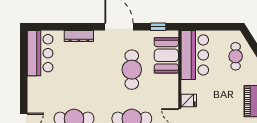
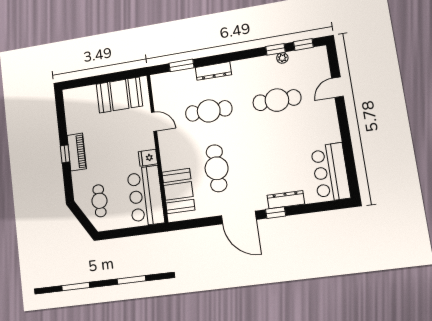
window: (158, 27) -> (276, 213), moved
fridge: (189, 100) -> (148, 158), moved

